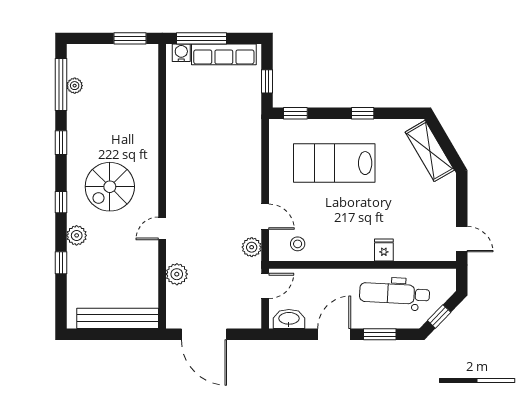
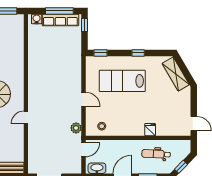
window: (202, 38) -> (59, 11), moved
window: (267, 81) -> (85, 25), moved
door: (265, 217) -> (84, 99), moved
plant: (177, 274) -> (34, 143), removed
dental chair: (395, 294) -> (156, 154), width x0.73, depth x0.72

